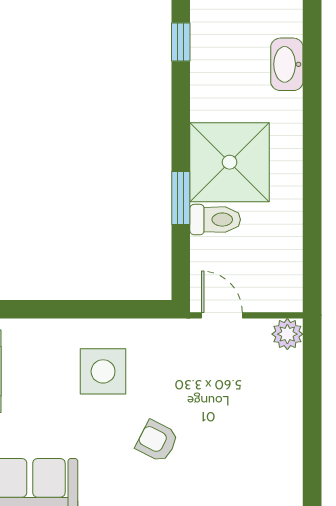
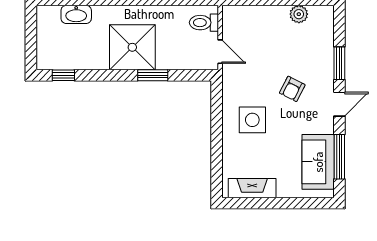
toilet: (215, 220) -> (204, 23), moved, turned -90
door: (222, 315) -> (220, 52), swing flipped
plant: (287, 334) -> (299, 14), moved

